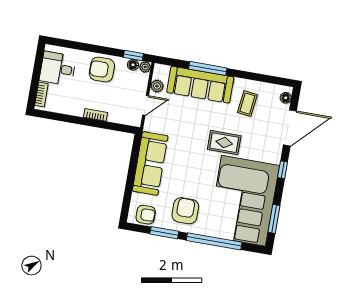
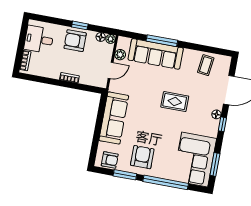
window: (133, 55) -> (80, 25), moved
floor lamp: (286, 98) -> (216, 114), moved
coffee table: (247, 104) -> (206, 65), moved
corner sofa: (244, 201) -> (195, 159), width x0.73, depth x0.74

